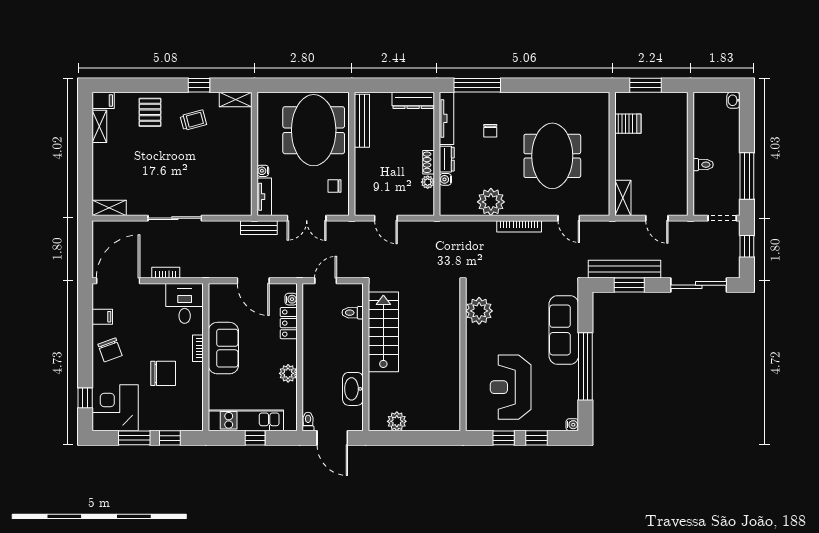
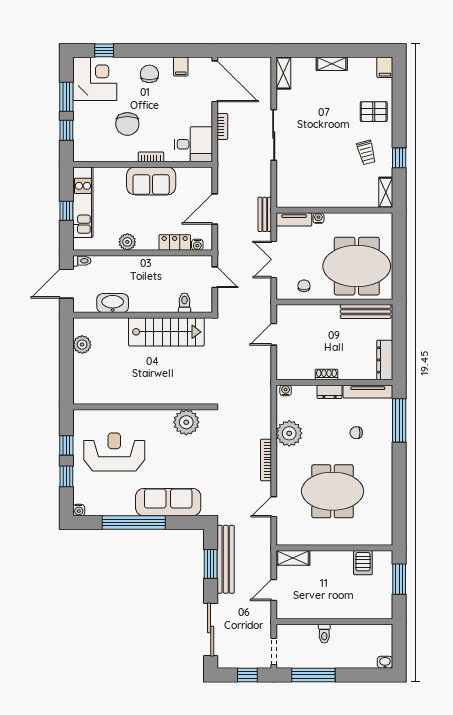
shelving: (99, 126) -> (332, 64), moved
water cooler: (445, 179) -> (286, 390), moved
plant: (428, 182) -> (308, 374), removed
chair: (110, 350) -> (149, 74), turned 110

